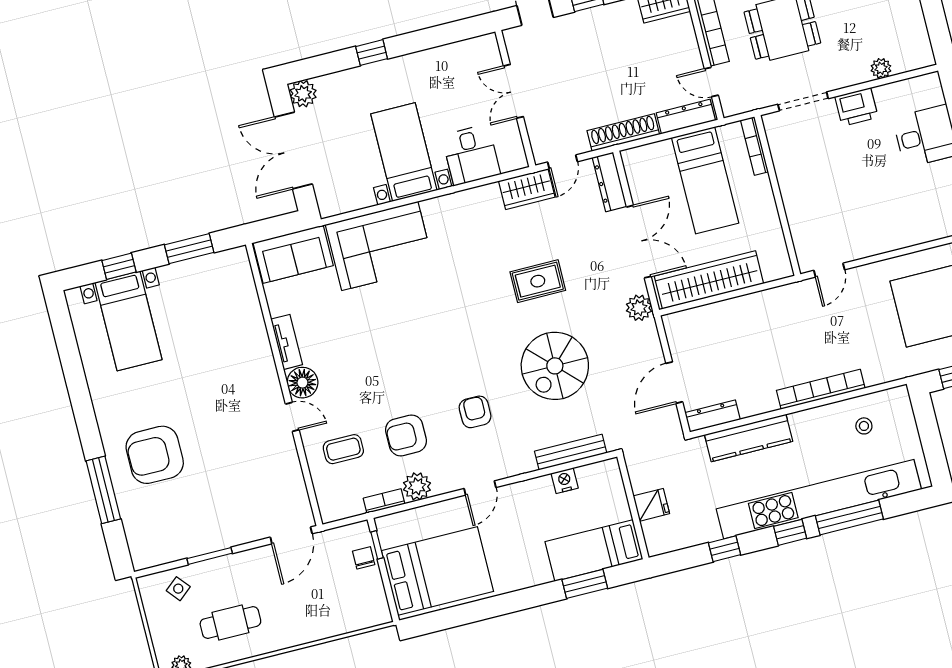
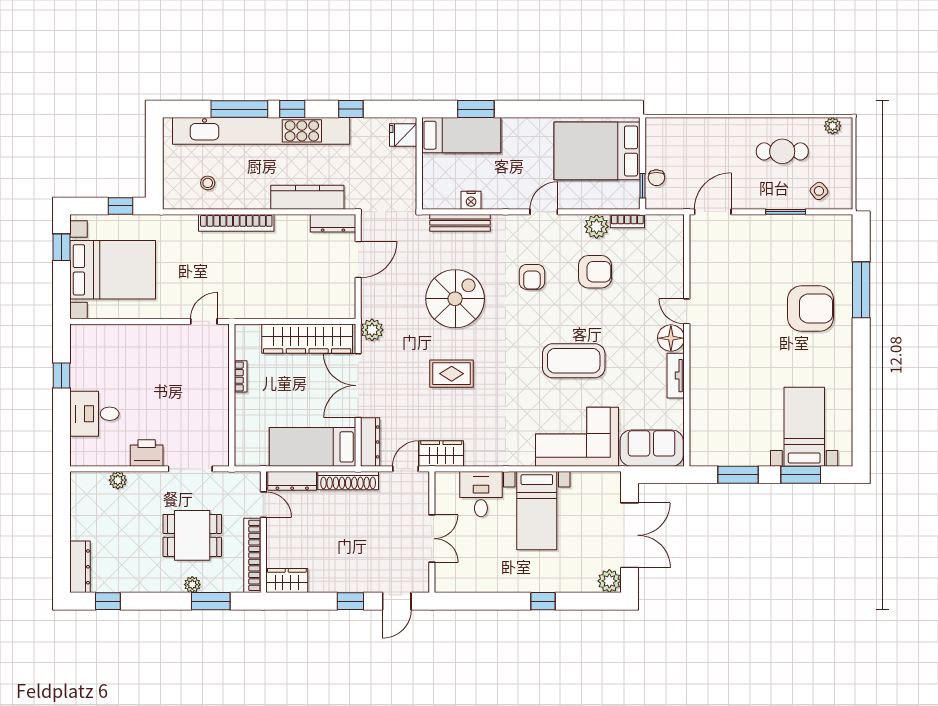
bookcase: (754, 146) -> (241, 376), moved, width x0.64
bed: (705, 180) -> (312, 447), moved, turned -90
window: (119, 266) -> (801, 475), width x1.50
coffee table: (343, 449) -> (574, 361), moved, width x1.86, depth x1.72
fridge: (651, 505) -> (403, 135), moved

